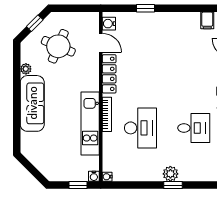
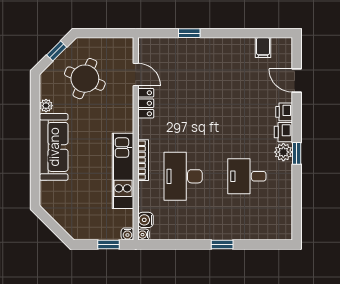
water cooler: (109, 24) -> (145, 220), moved
locker: (109, 74) -> (146, 103), width x0.66
desk: (140, 128) -> (183, 176), turned 180
desk: (194, 128) -> (247, 176), turned 180
plant: (170, 174) -> (219, 231), removed

